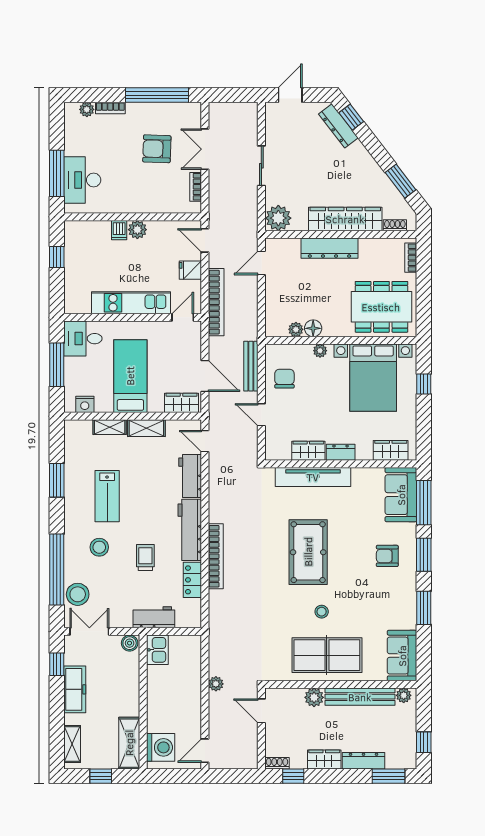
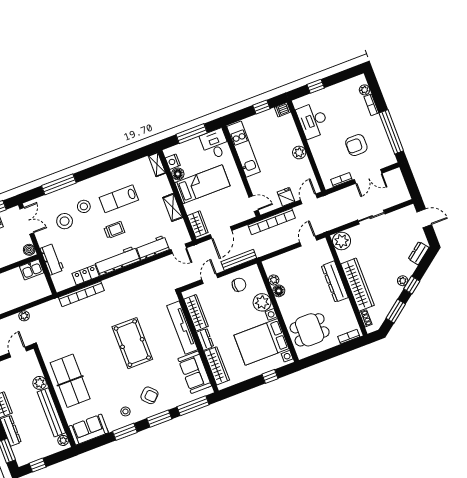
window: (351, 117) -> (412, 285), moved
dresser: (338, 126) -> (419, 253), width x0.70
armchair: (157, 149) -> (356, 145), turned -92
double door: (205, 149) -> (368, 176), swing flipped
plant: (363, 156) -> (403, 281), added
window: (57, 173) -> (316, 86), width x0.46
desk: (82, 180) -> (313, 120), moved, turned -90
dishwasher: (119, 230) -> (283, 110), moved
door: (261, 263) -> (308, 241), hinge flipped
kitchen unit: (131, 303) -> (244, 149), moved
dining table: (381, 307) -> (310, 330), width x0.73
plant: (320, 351) -> (262, 302), width x1.88, depth x1.88
floor lamp: (104, 404) -> (178, 174), added
shelving: (110, 427) -> (157, 164), moved
door: (205, 441) -> (179, 249), swing flipped
wardrobe: (391, 450) -> (217, 366), width x1.50
wardrobe: (308, 451) -> (196, 313), width x1.50
window: (57, 480) -> (117, 162), removed
sofa: (401, 495) -> (195, 372), moved, turned -90
pool table: (308, 552) -> (132, 343), turned 90
bookcase: (216, 556) -> (81, 294), moved
armchair: (387, 556) -> (149, 395), turned 136
trolley: (145, 558) -> (114, 230), moved
window: (57, 569) -> (59, 184), width x0.68
stool: (78, 594) -> (65, 221), moved
stool: (322, 612) -> (125, 411), moved

